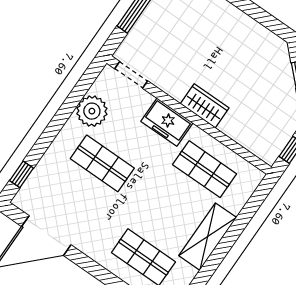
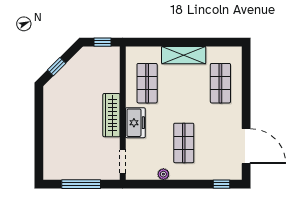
wardrobe: (205, 106) -> (111, 115), width x1.50
plant: (92, 111) -> (163, 174), width x0.53, depth x0.53

